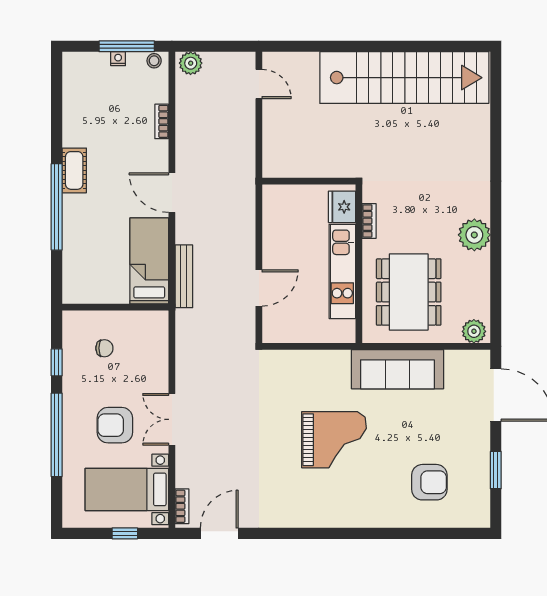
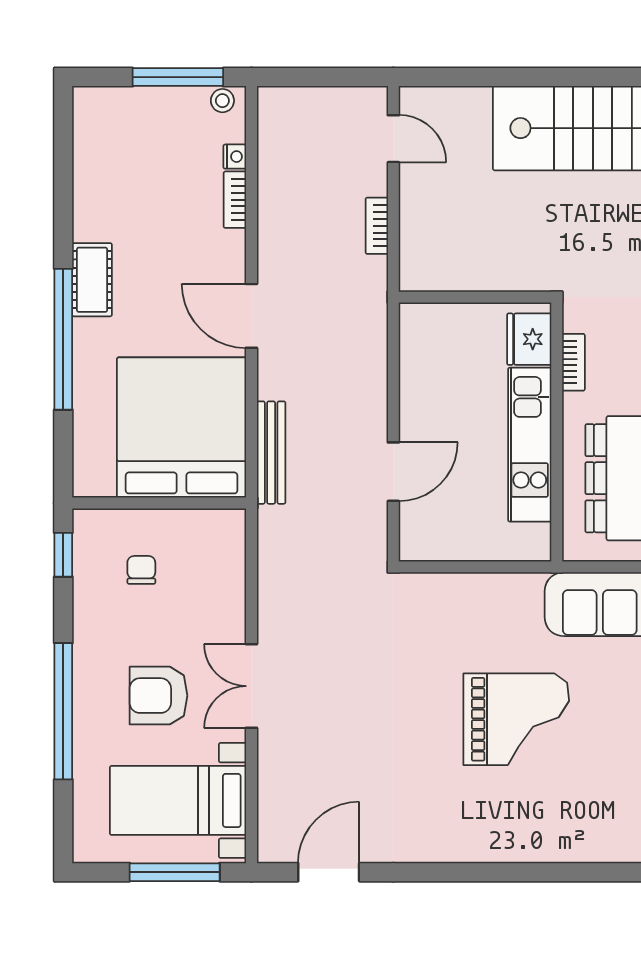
nightstand: (118, 59) -> (235, 157), moved, turned 90
plant: (191, 63) -> (282, 105), removed
bed: (149, 261) -> (182, 428), width x2.04
chair: (104, 348) -> (141, 570), turned -90
window: (57, 362) -> (63, 555), moved
bookcase: (182, 506) -> (377, 226), moved, turned 180
window: (125, 533) -> (175, 872), width x2.17

